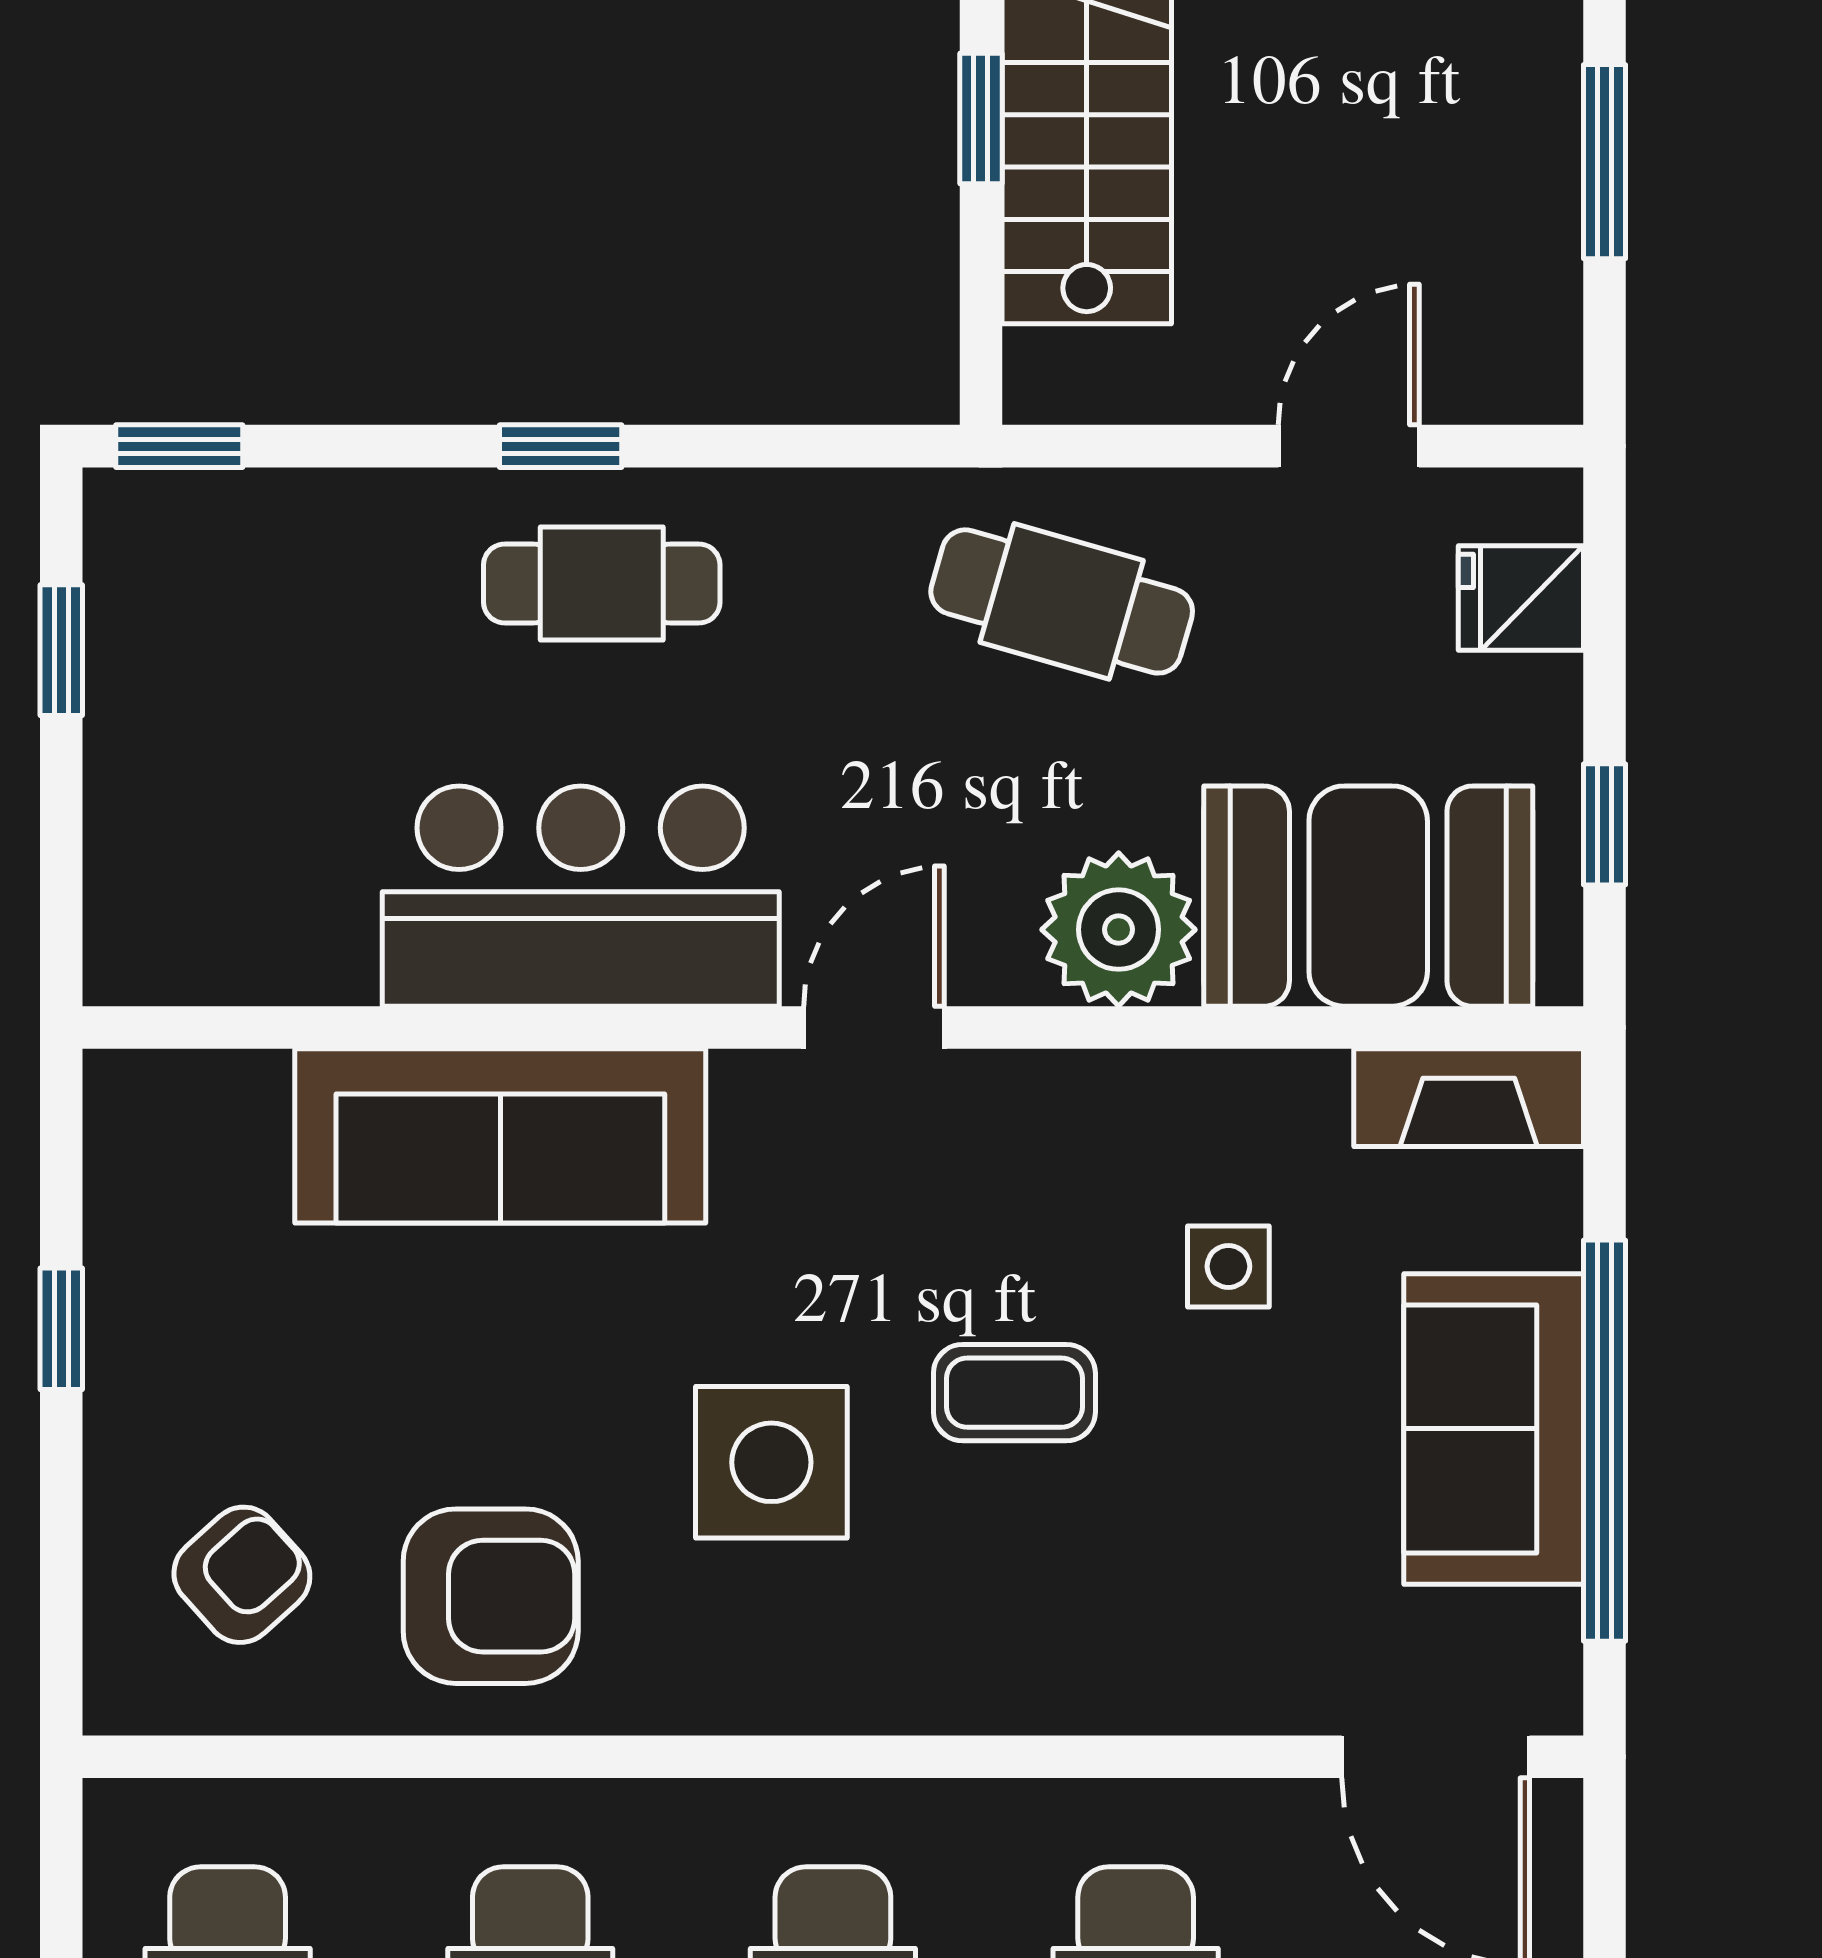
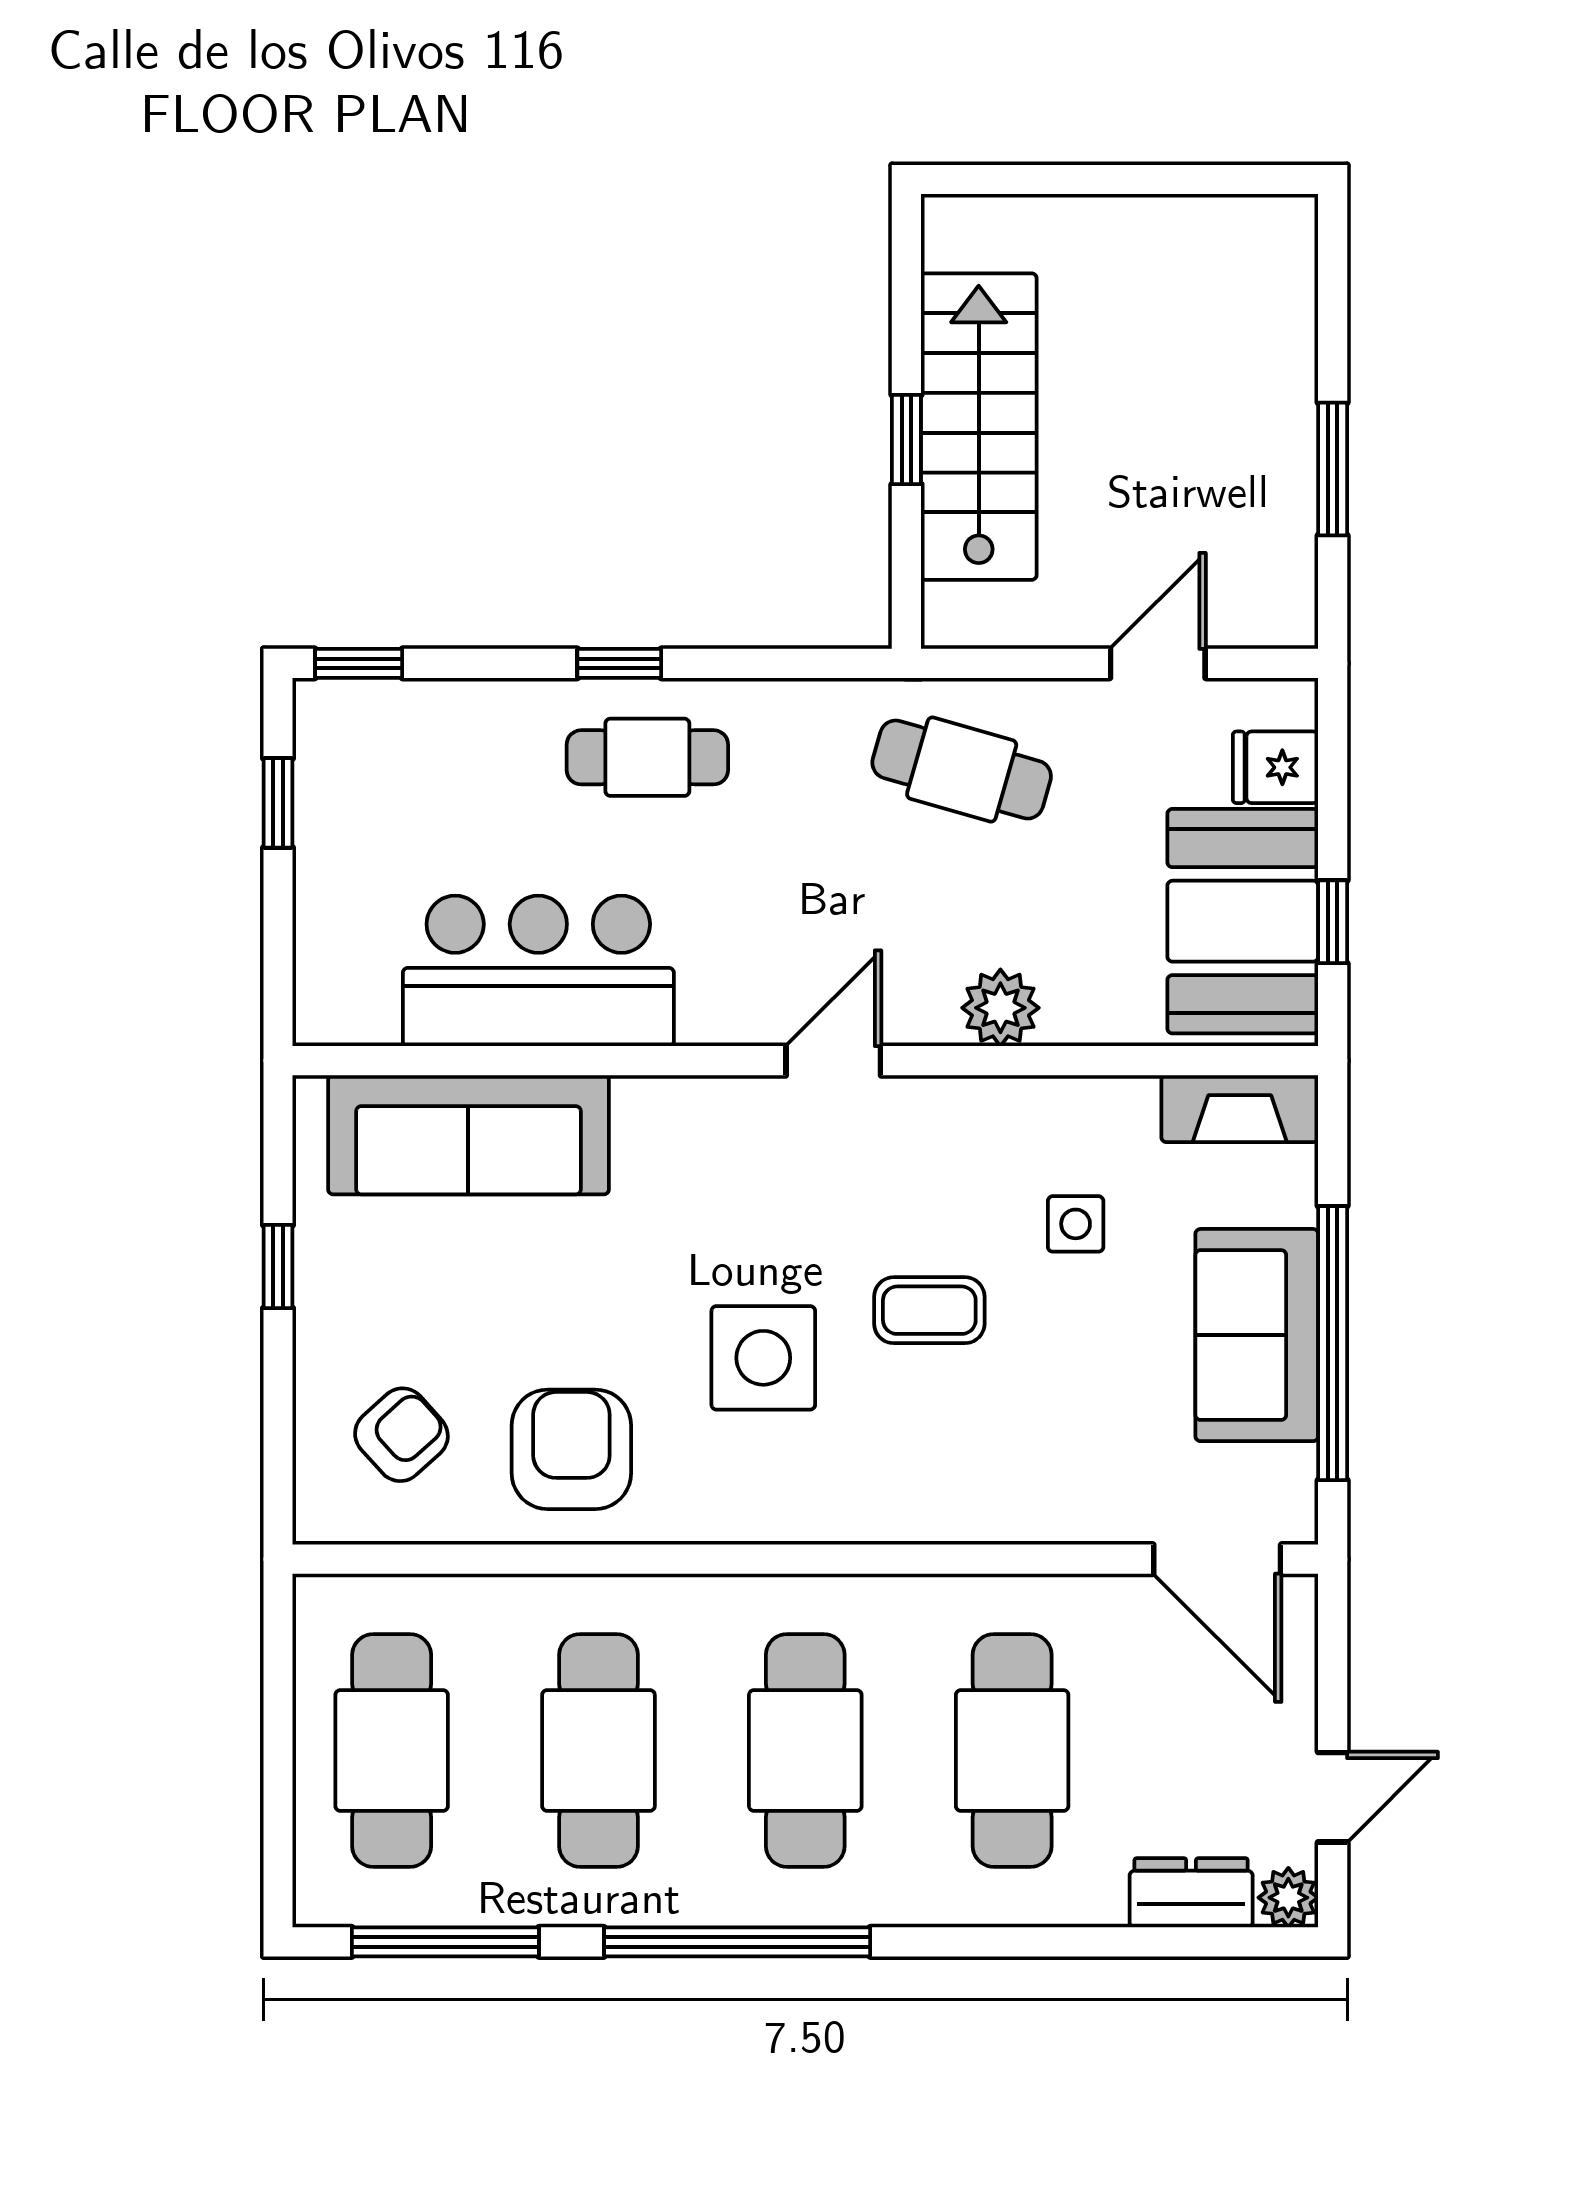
bar counter: (581, 896) -> (538, 971), moved
booth: (1368, 896) -> (1243, 921), moved, turned 90
plant: (1119, 930) -> (1000, 1008), width x0.73, depth x0.73
sofa: (500, 1136) -> (468, 1135), moved
armchair: (491, 1596) -> (571, 1449), turned -90

